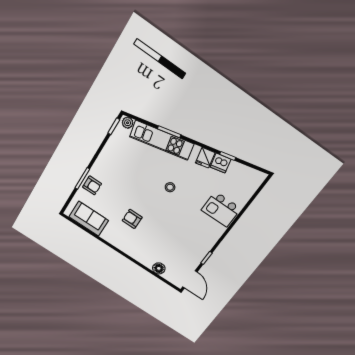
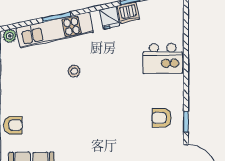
stool: (170, 187) -> (74, 71), moved
armchair: (132, 219) -> (162, 118), moved

